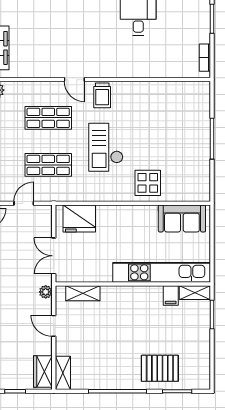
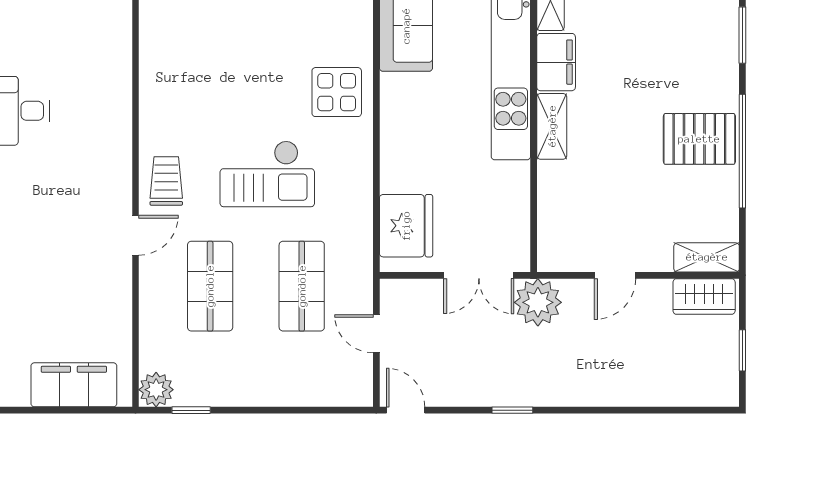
trolley: (102, 95) -> (166, 181), turned -90
plant: (46, 292) -> (538, 302), width x1.88, depth x1.88
shelving: (83, 293) -> (552, 126), moved
filing cabinet: (171, 296) -> (556, 62), width x2.00
pallet: (160, 368) -> (699, 139), moved, turned 90

